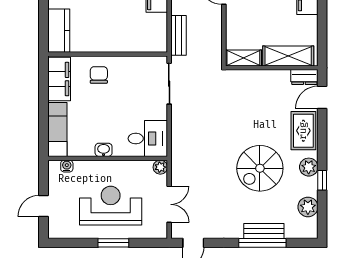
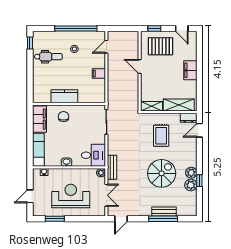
kitchen counter: (59, 31) -> (64, 96), moved, turned -90
bench: (178, 35) -> (112, 167), moved
rug: (303, 131) -> (161, 136), moved
spiral stairs: (260, 168) -> (162, 173), turned 180
plant: (308, 207) -> (191, 185), moved
window: (113, 243) -> (55, 219), moved

